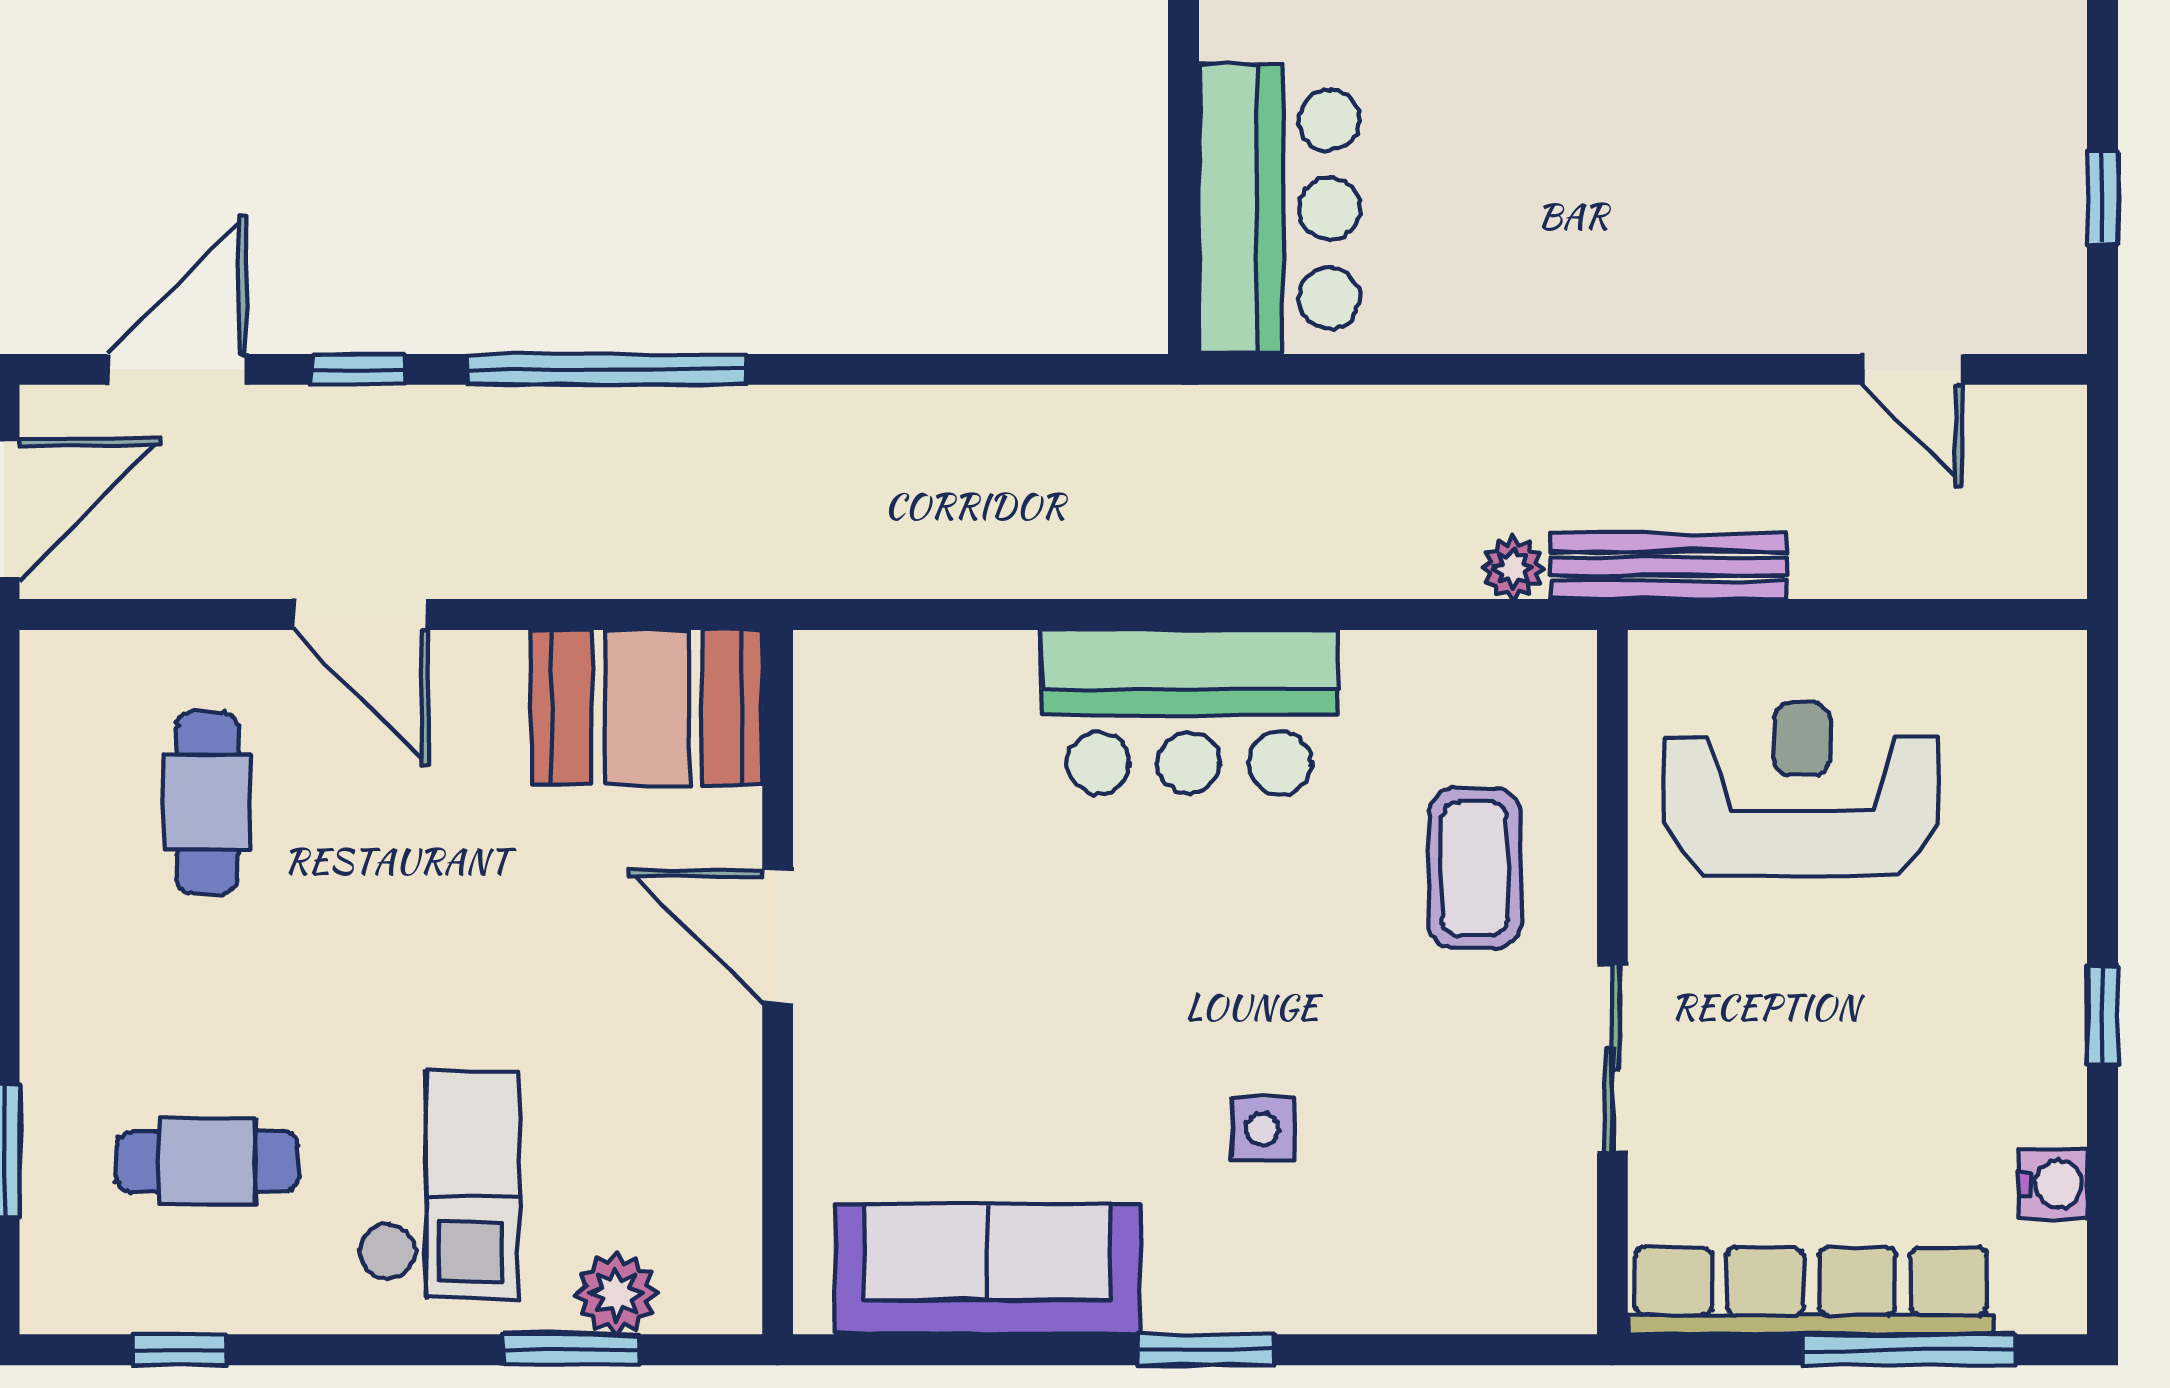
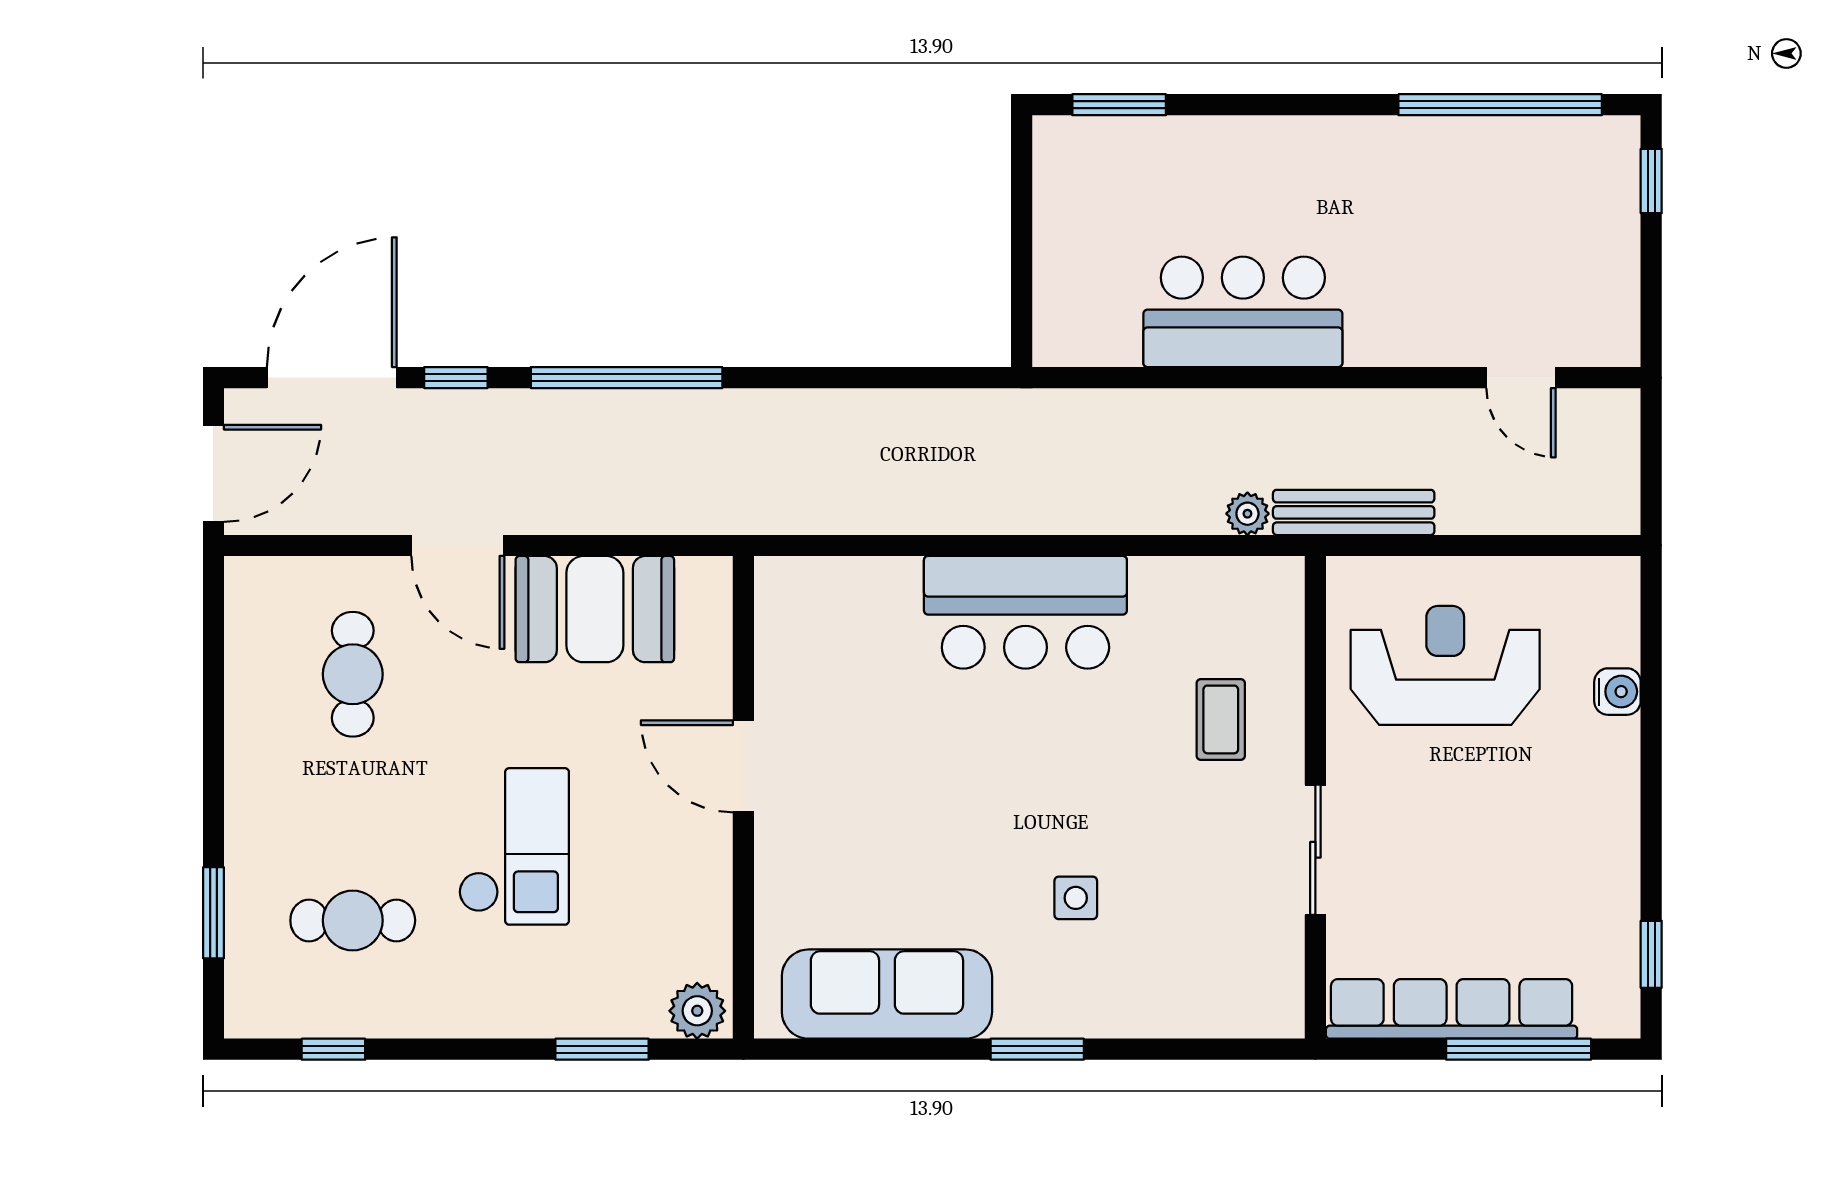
window: (2103, 198) -> (1651, 181), moved
bar counter: (1279, 209) -> (1243, 312), moved, turned -90
door: (177, 369) -> (332, 378), width x1.36
booth: (647, 707) -> (595, 609), moved
coffee table: (1474, 868) -> (1221, 719), width x0.73, depth x0.77
window: (2103, 1015) -> (1651, 954), moved
water cooler: (2053, 1184) -> (1617, 692), moved
checkout: (439, 1185) -> (514, 846), moved
plant: (616, 1294) -> (697, 1011), moved

